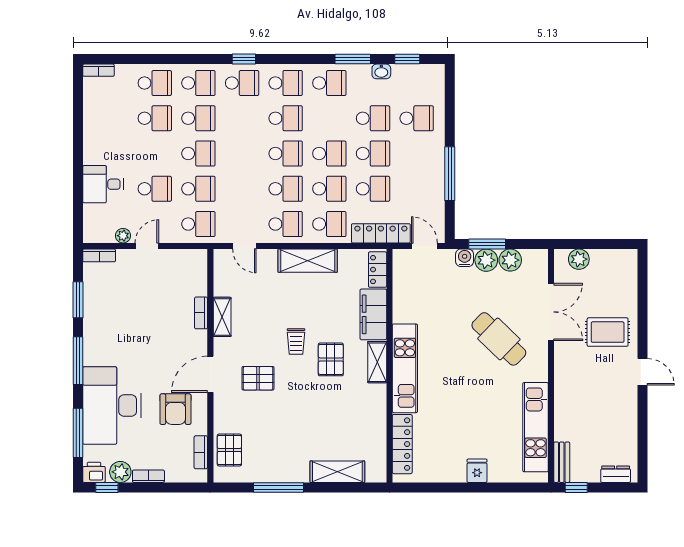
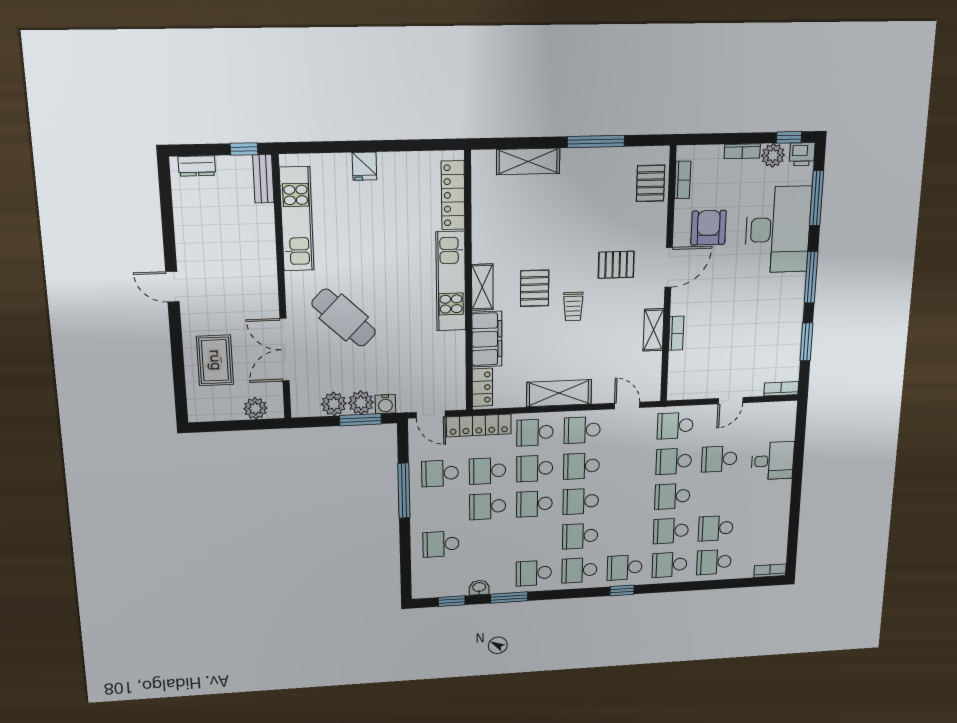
school desk: (373, 118) -> (440, 473), moved
plant: (123, 236) -> (755, 410), removed
rug: (608, 332) -> (215, 360), moved, turned 90
trolley: (296, 342) -> (573, 306), turned 180

